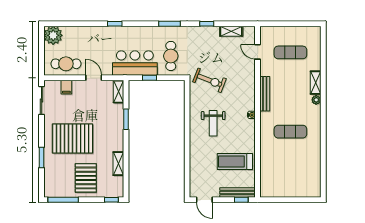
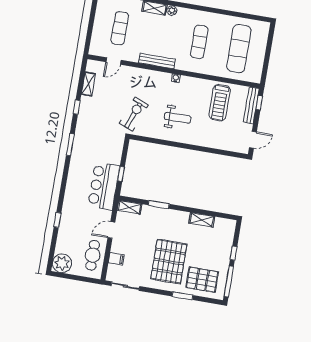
window: (115, 24) -> (57, 220), moved
cafe table: (171, 56) -> (103, 149), removed
exercise mat: (290, 171) -> (239, 49), added
pallet: (86, 178) -> (202, 280), moved
window: (111, 200) -> (234, 253), moved

